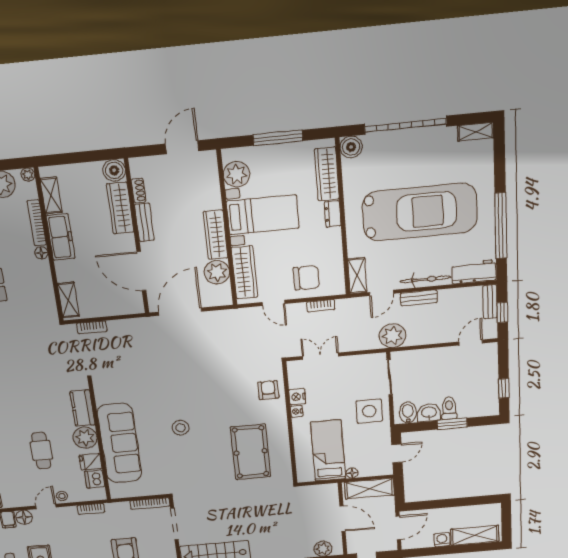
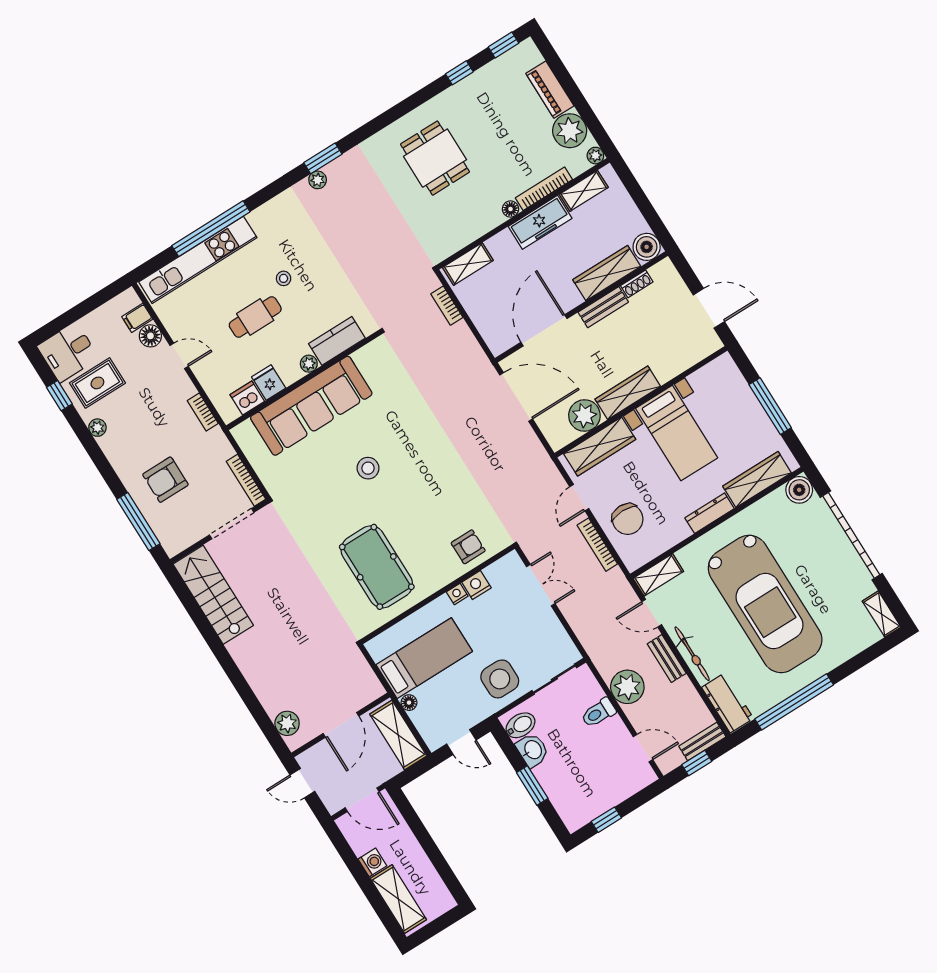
plant: (237, 174) -> (708, 382), removed
dresser: (333, 214) -> (710, 513), width x1.44
bookcase: (321, 306) -> (597, 545), width x1.56
plant: (393, 336) -> (627, 687), moved
toilet: (449, 408) -> (598, 713), moved, turned 180
plant: (85, 438) -> (309, 364), width x0.53, depth x0.53
pool table: (251, 452) -> (377, 567), turned 90
stool: (62, 496) -> (284, 278), moved

